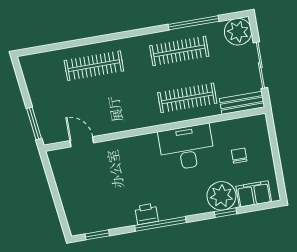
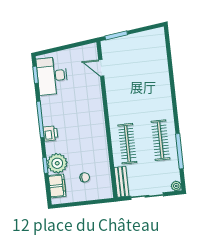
plant: (238, 32) -> (176, 186), width x0.53, depth x0.53
clothes rail: (94, 66) -> (154, 80), removed
door: (82, 142) -> (101, 68), swing flipped
desk: (187, 147) -> (52, 76), moved, turned 180
printer: (147, 214) -> (50, 133), moved

